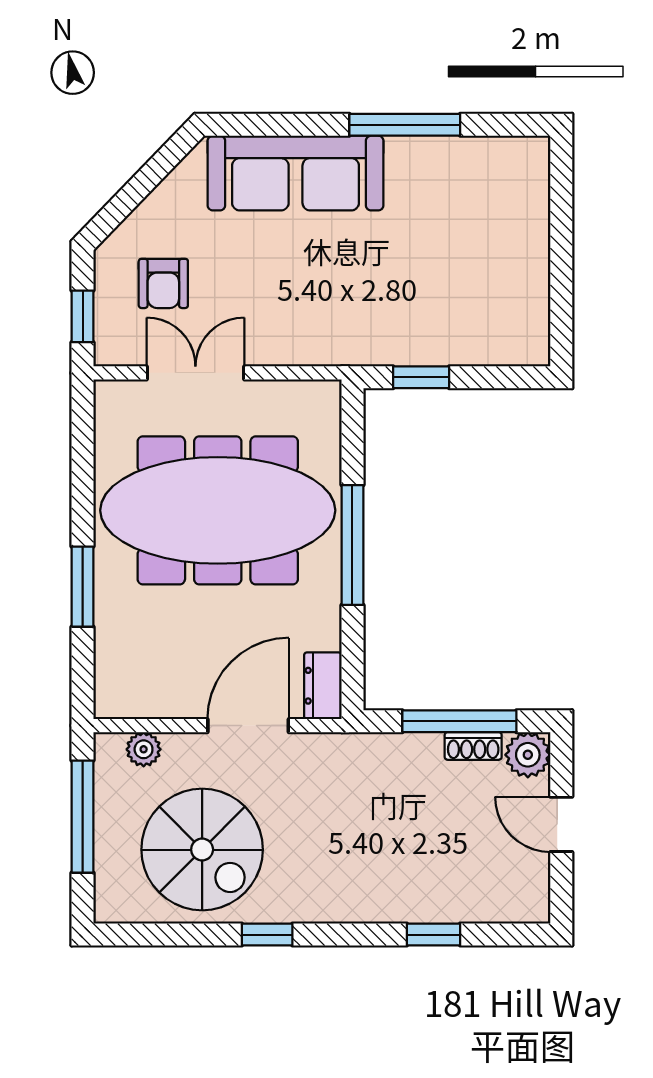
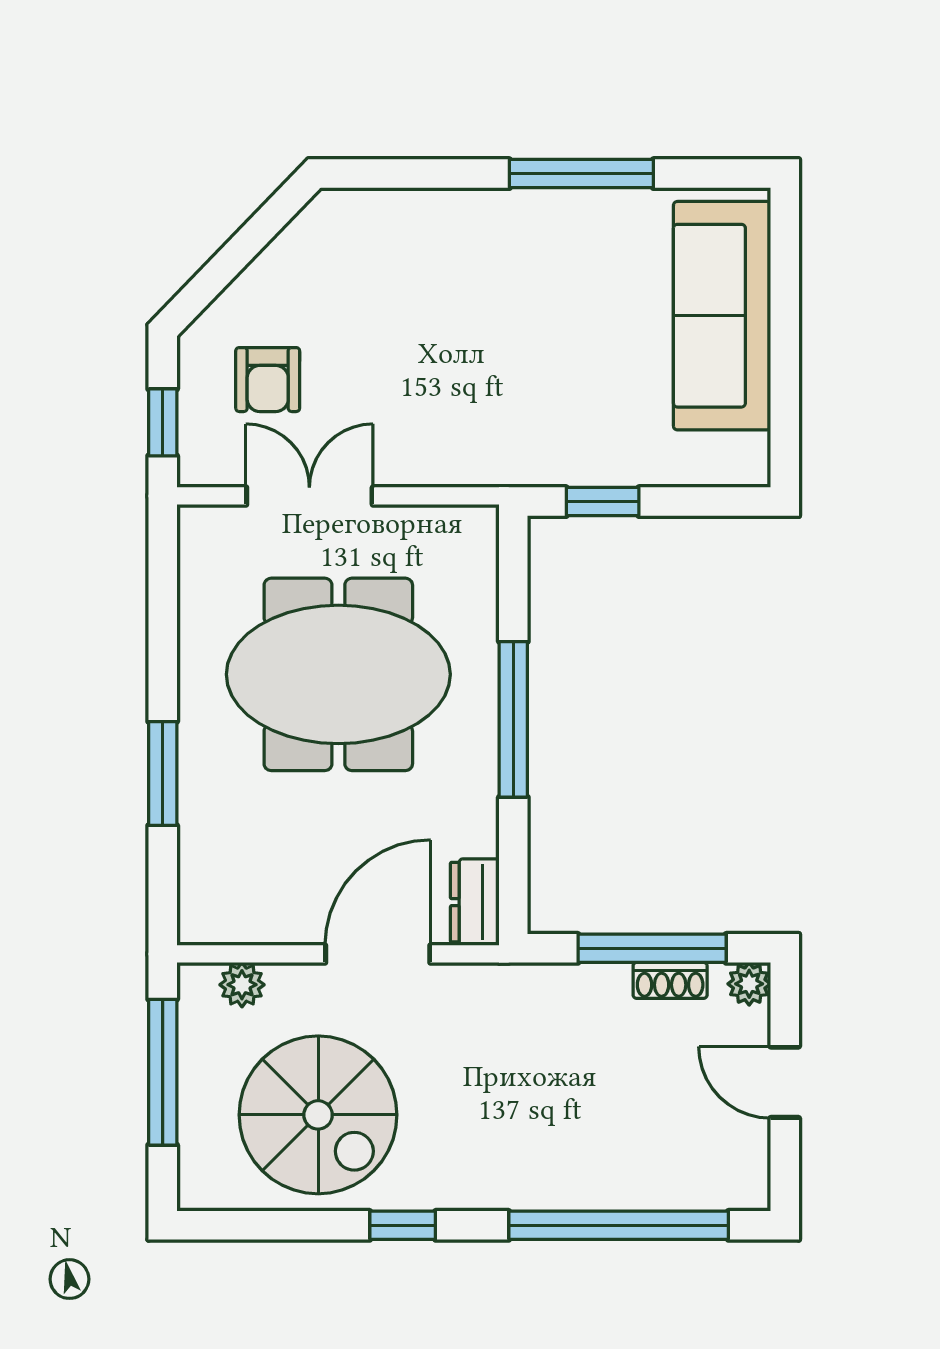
sofa: (296, 173) -> (722, 316), moved, turned 90
meeting table: (218, 510) -> (338, 674), width x0.73
plant: (528, 755) -> (749, 984), width x0.73, depth x0.73
window: (434, 935) -> (619, 1225), width x3.17

